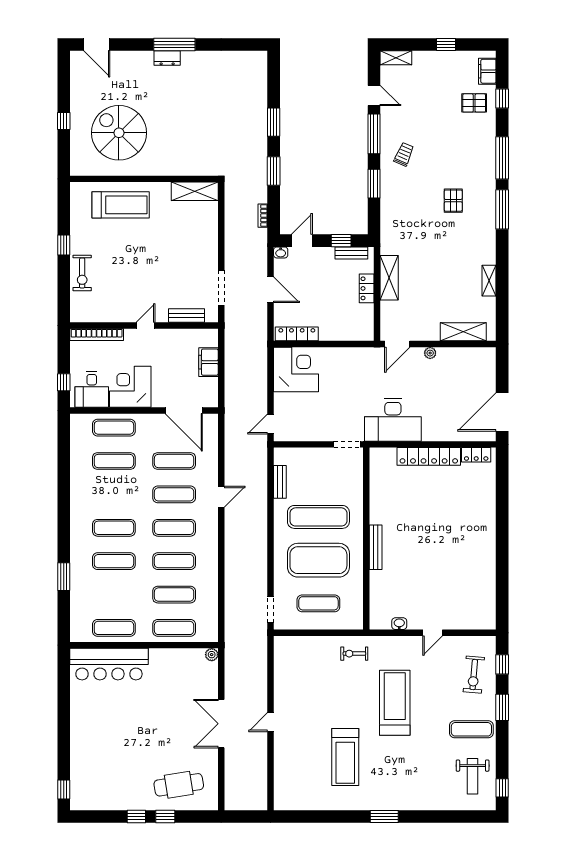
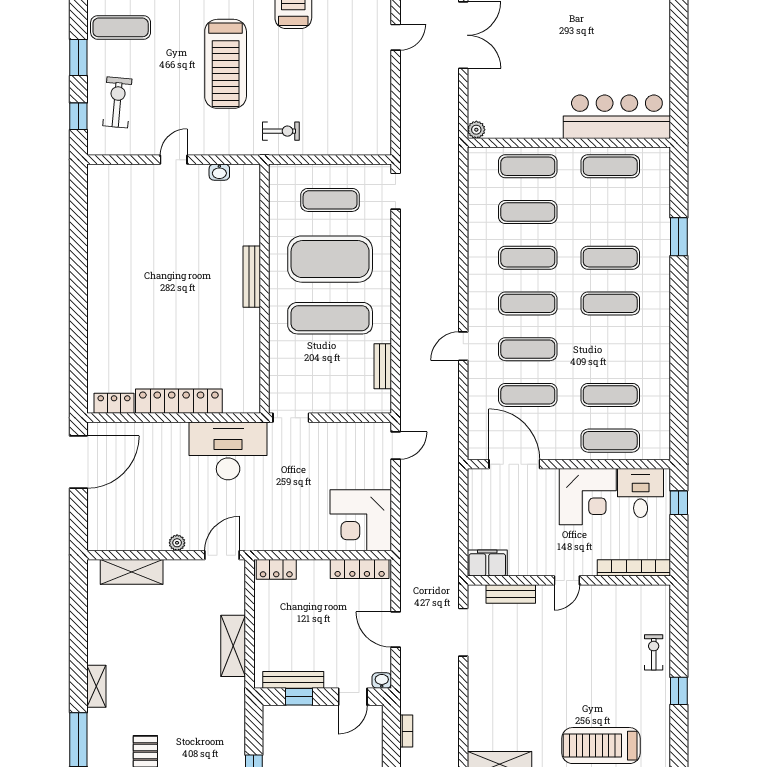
bench: (351, 253) -> (293, 680), width x1.36
exercise bike: (82, 273) -> (654, 652), width x0.73, depth x0.72
shelving: (489, 281) -> (96, 686), moved
locker: (367, 288) -> (276, 569), moved, turned 90
filing cabinet: (208, 362) -> (487, 563), moved, turned -90

